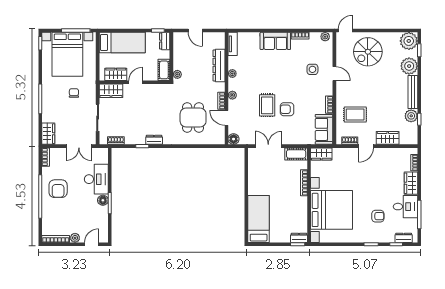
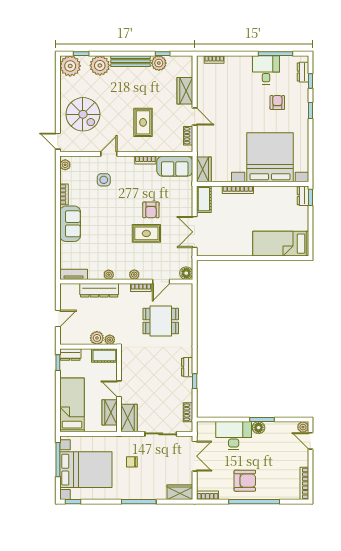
plant: (179, 64) -> (97, 338), added
rug: (355, 114) -> (143, 122), moved
wardrobe: (411, 183) -> (238, 63), removed
plant: (75, 238) -> (303, 427), moved

